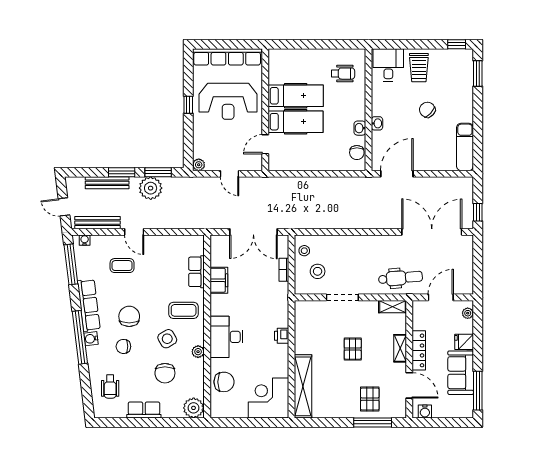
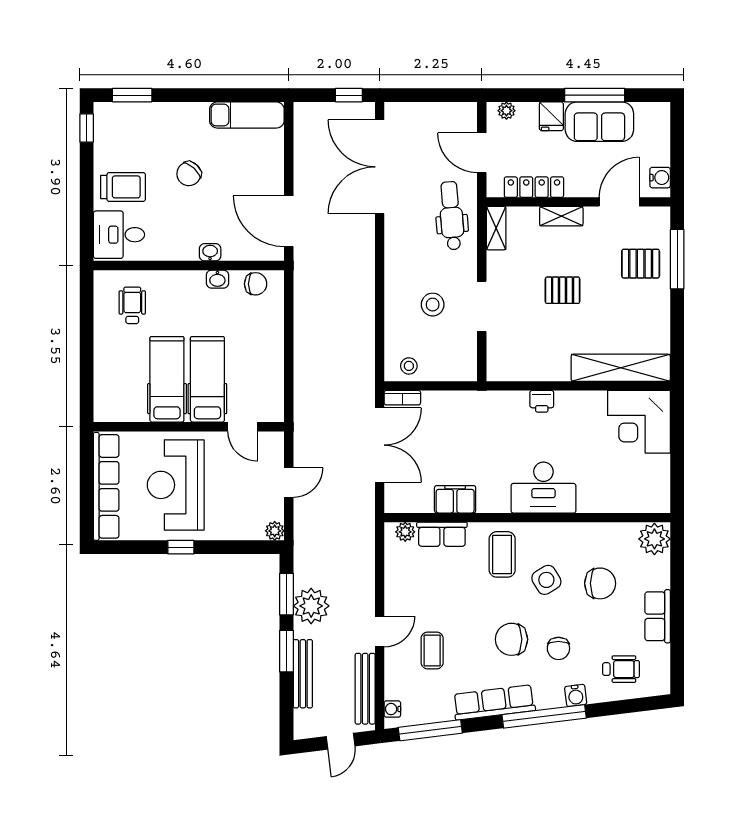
reception desk: (228, 101) -> (176, 485), turned 180
bookcase: (284, 270) -> (402, 398), moved
stool: (318, 271) -> (433, 305), moved
water cooler: (91, 339) -> (576, 695), moved
locker: (419, 350) -> (534, 187), moved
plant: (198, 352) -> (405, 532), moved
chair: (224, 382) -> (614, 491), removed
window: (478, 391) -> (595, 95), moved

